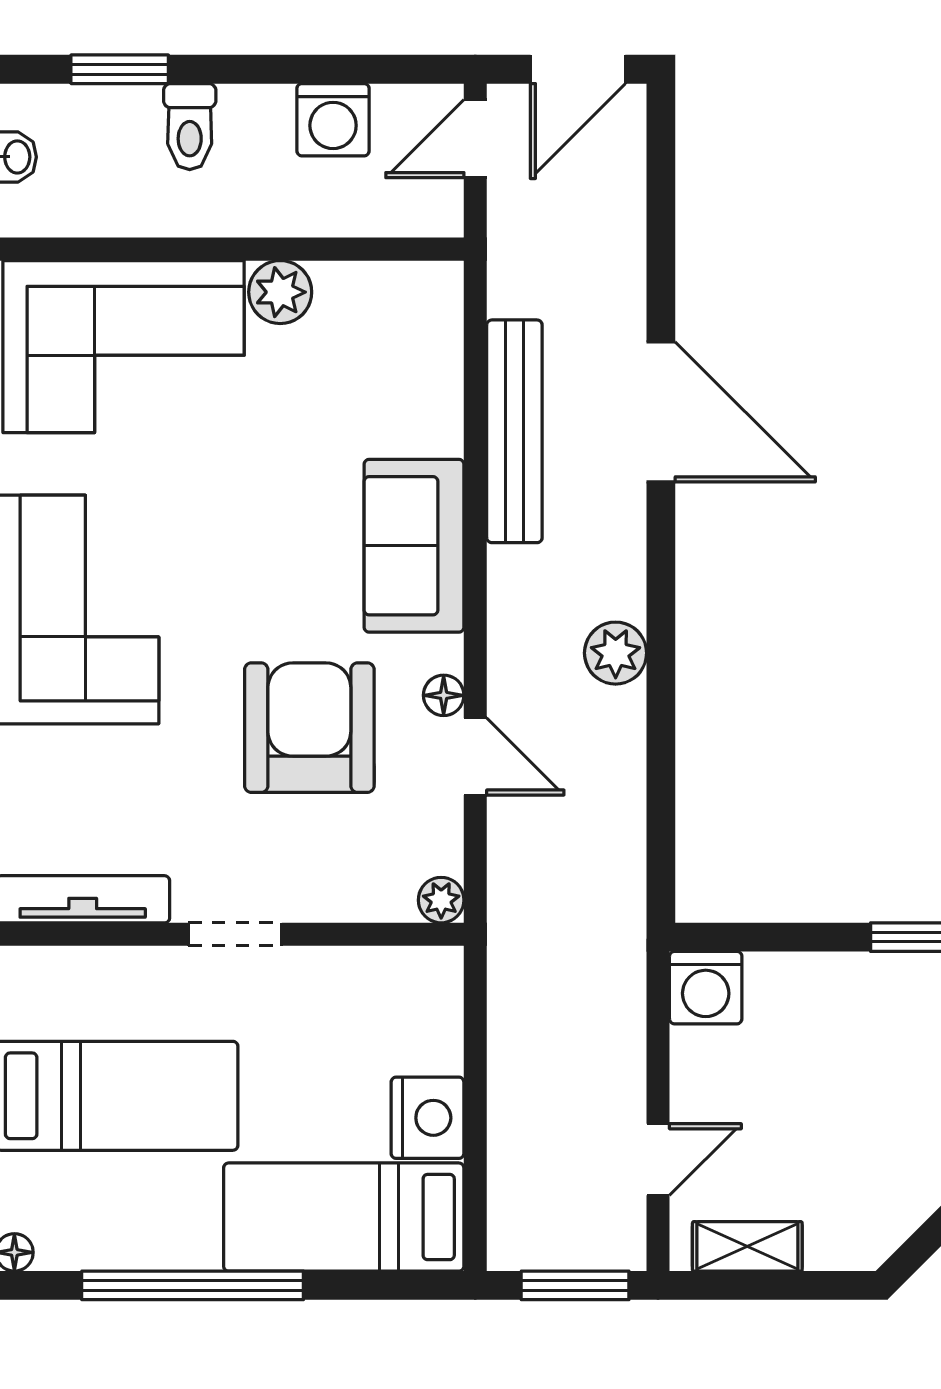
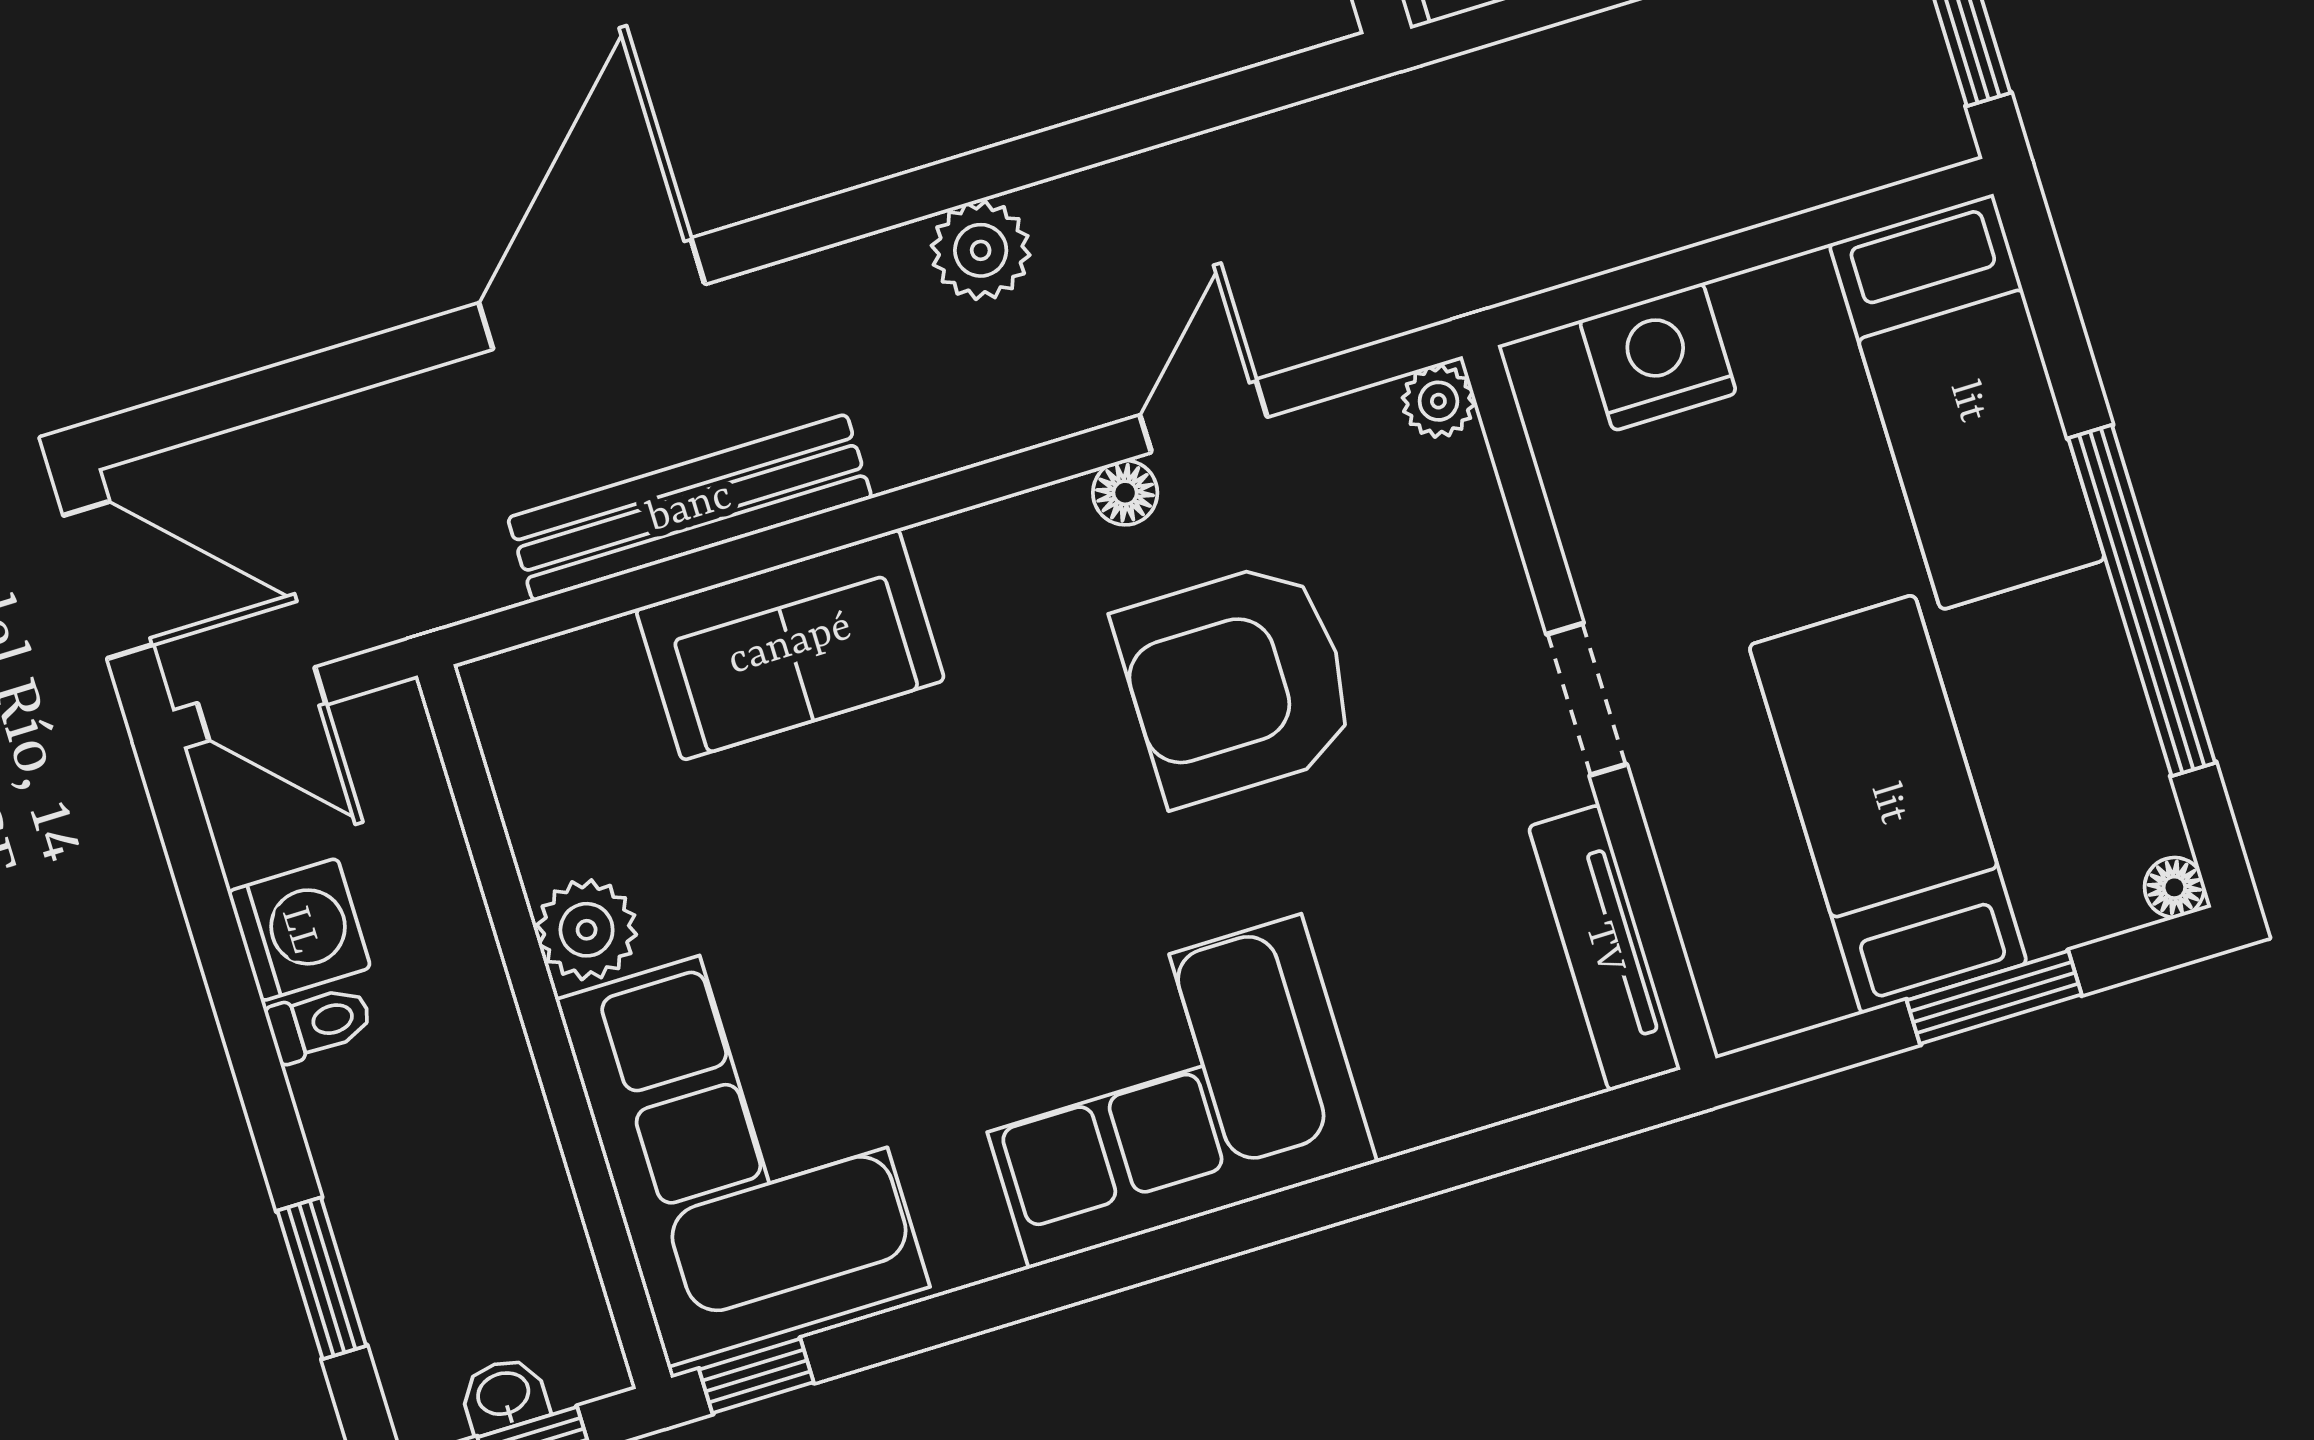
toilet: (190, 127) -> (319, 1023), moved, width x0.73, depth x0.72
sofa: (414, 546) -> (790, 645), moved
nightstand: (427, 1118) -> (1658, 357), moved

